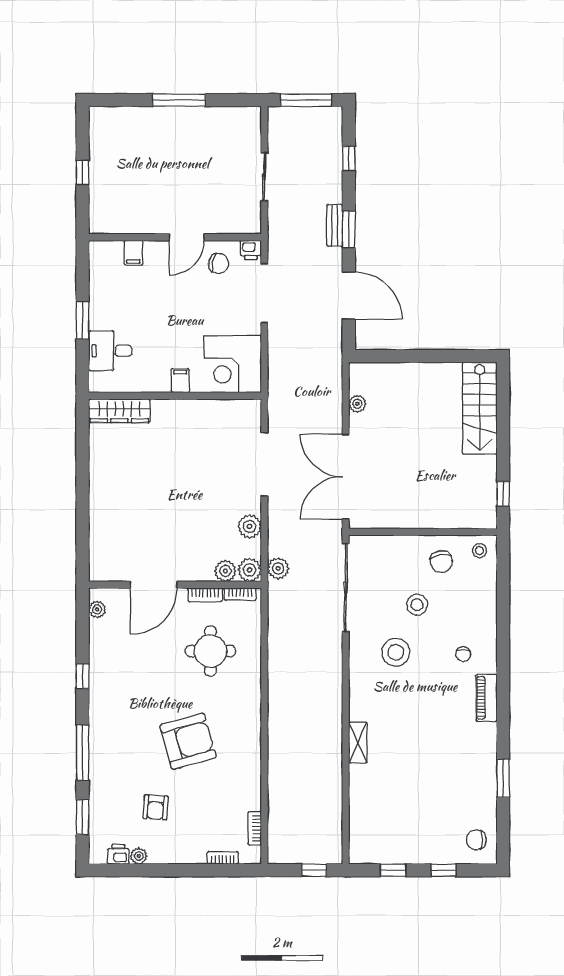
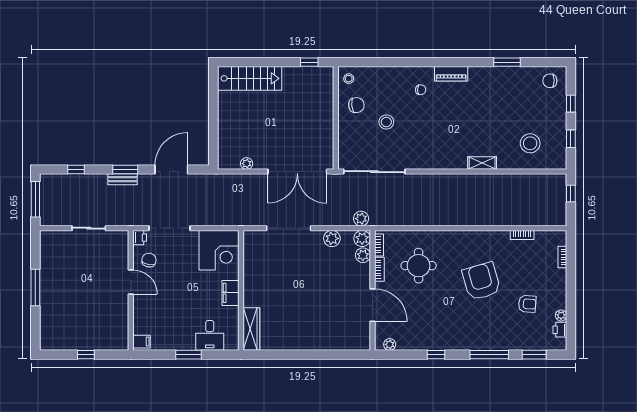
filing cabinet: (133, 253) -> (142, 342), moved
filing cabinet: (180, 381) -> (230, 293), width x2.00
stool: (396, 652) -> (530, 143), moved
bookcase: (255, 828) -> (522, 235), moved
chair: (476, 840) -> (550, 81), turned 90

